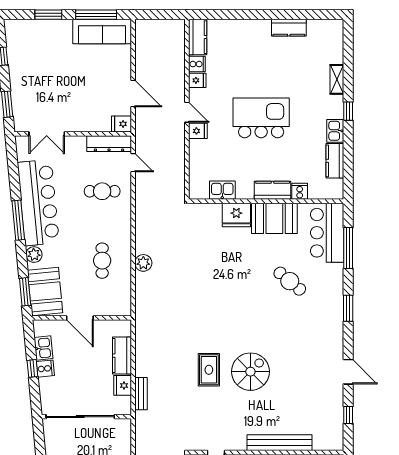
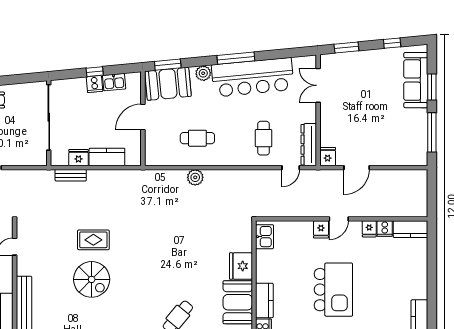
sofa: (102, 31) -> (416, 80), moved
kitchen sink: (222, 190) -> (264, 237), moved

